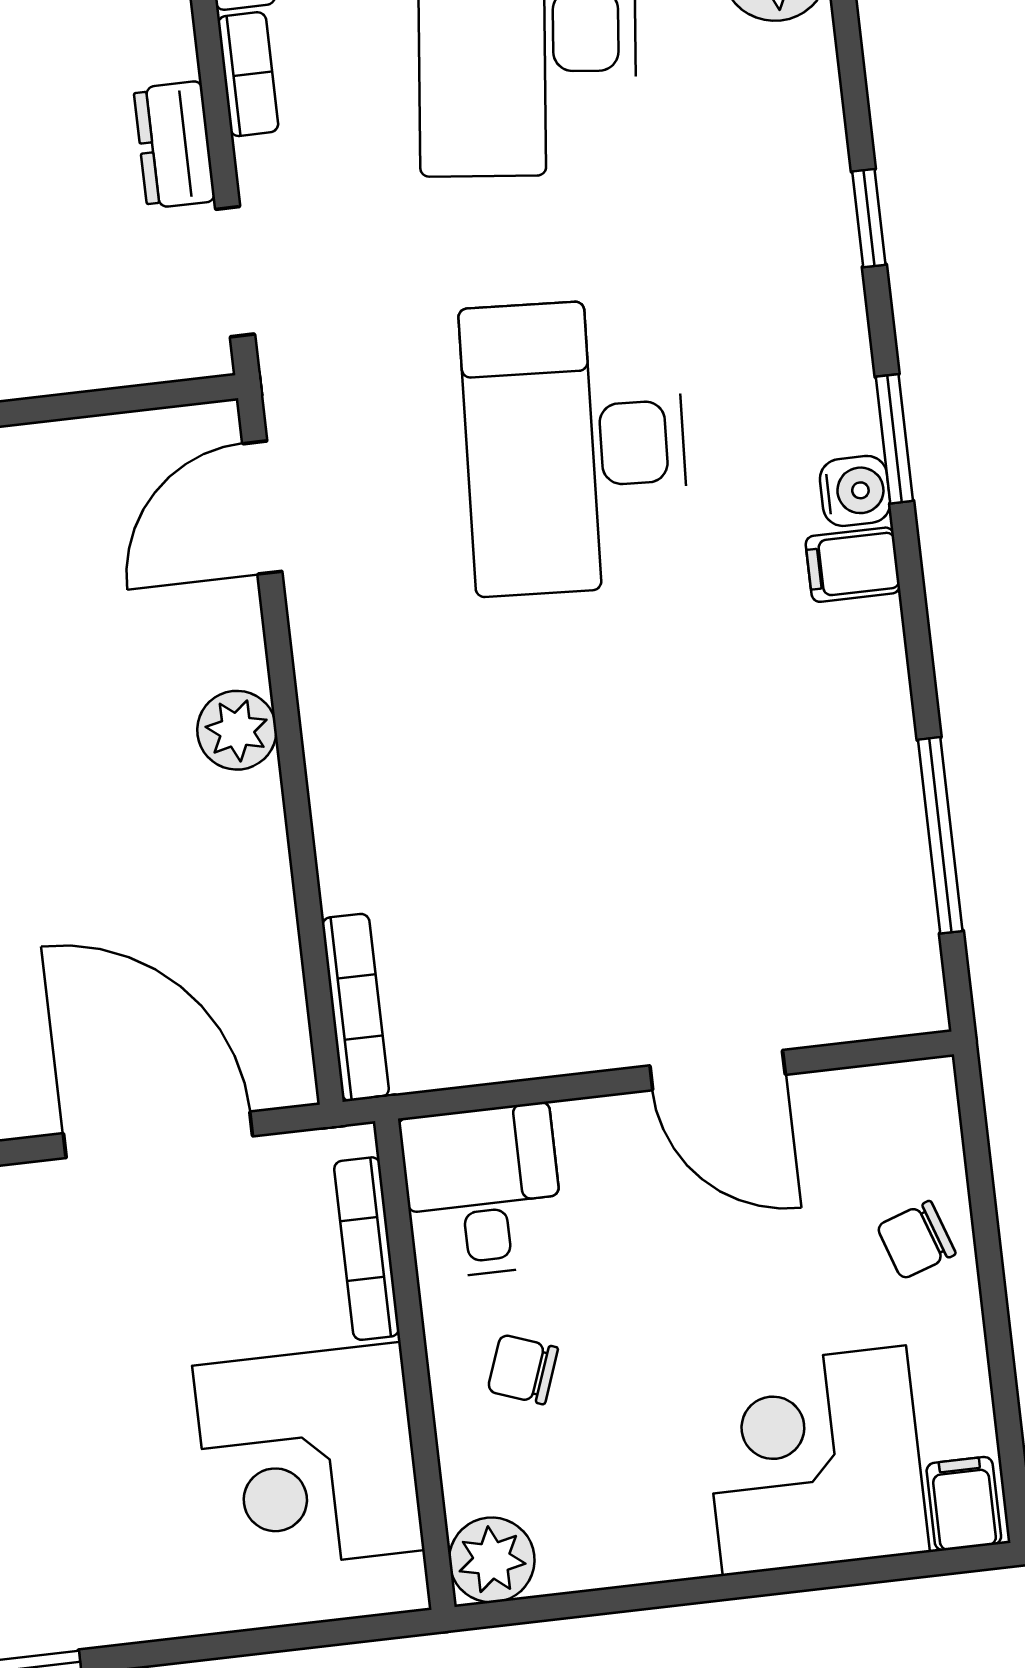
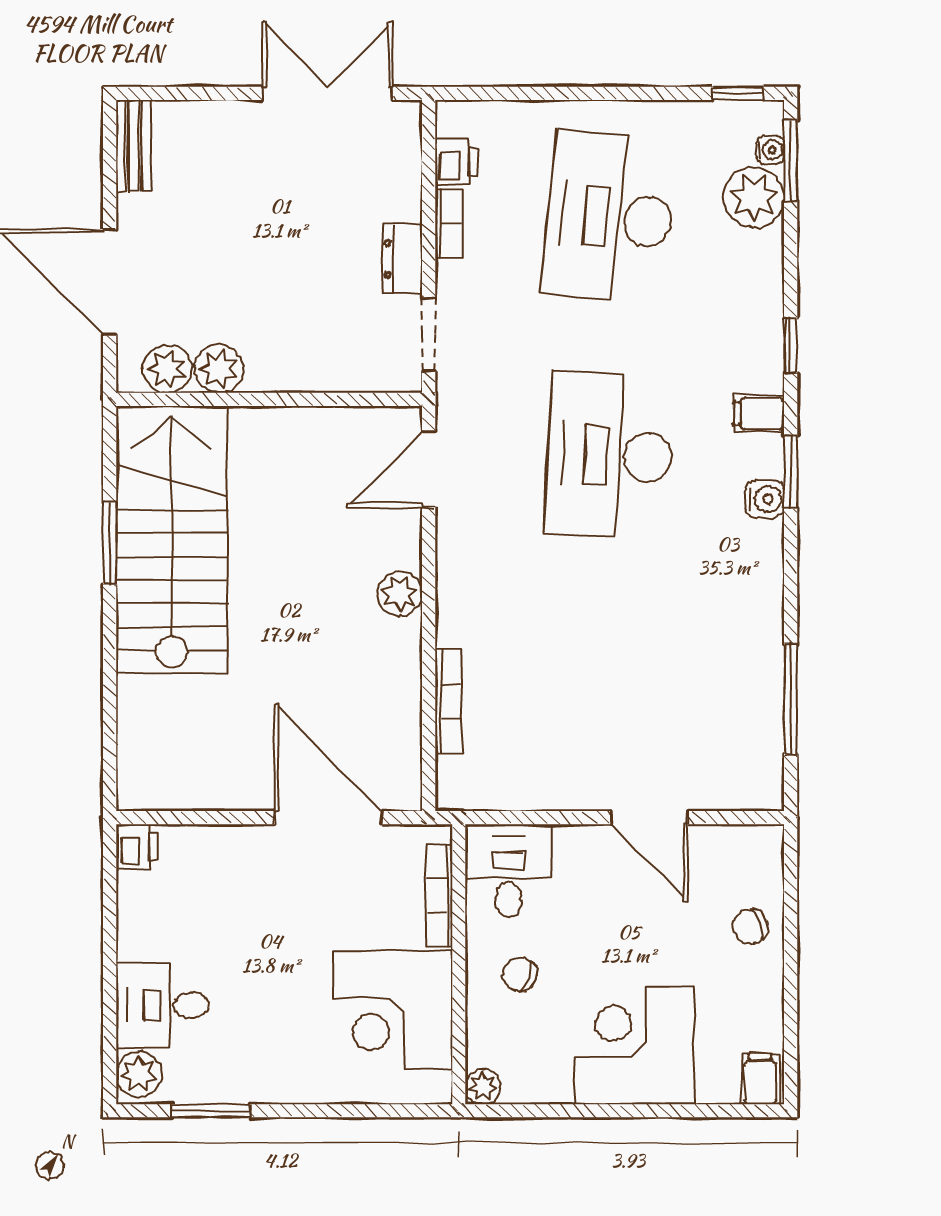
filing cabinet: (853, 565) -> (759, 413), moved
bookcase: (355, 1007) -> (449, 702), moved
corner desk: (814, 1461) -> (634, 1045), moved
plant: (492, 1560) -> (483, 1087), width x0.73, depth x0.73

